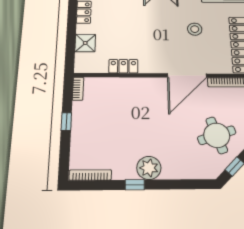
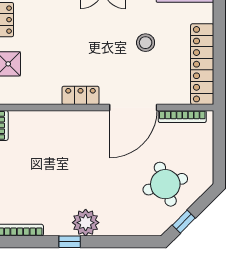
locker: (123, 66) -> (81, 95), moved

